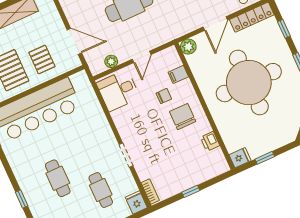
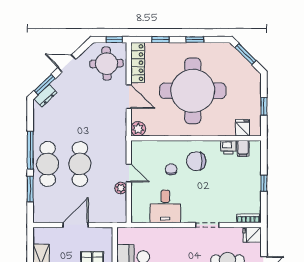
door: (74, 41) -> (76, 225), moved
plant: (111, 61) -> (121, 188), moved
filing cabinet: (178, 74) -> (243, 148), moved
desk: (118, 90) -> (165, 206), moved
fridge: (240, 158) -> (243, 128), moved

